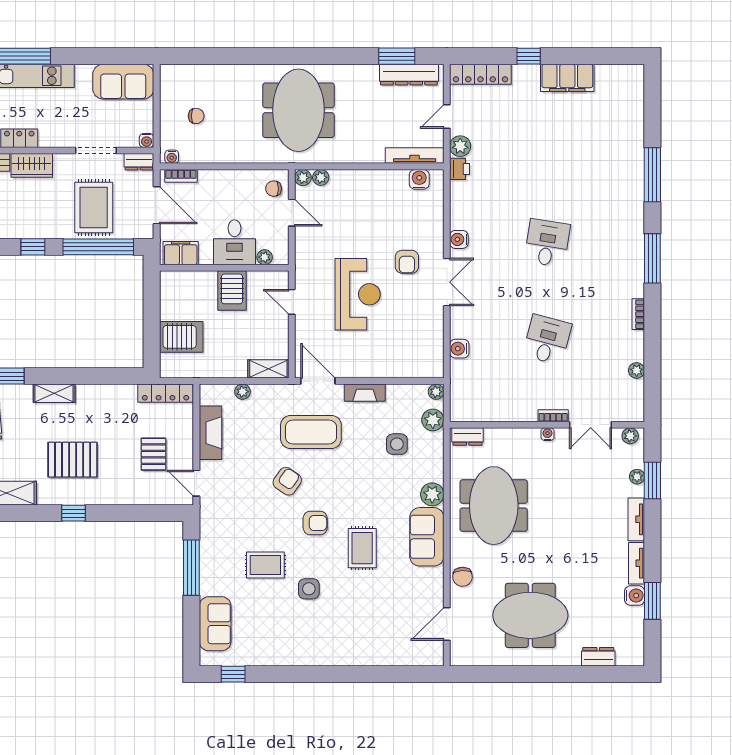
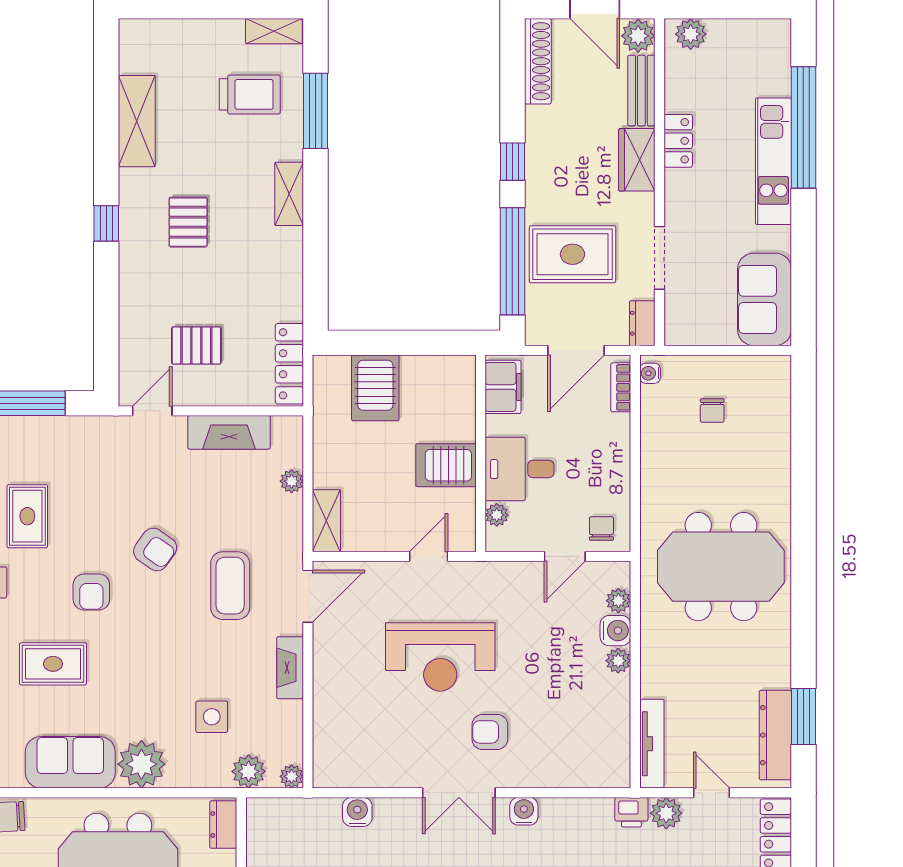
water cooler: (147, 140) -> (675, 335), removed
plant: (303, 178) -> (618, 661), moved
water cooler: (419, 179) -> (615, 631), moved
coffee table: (311, 432) -> (230, 586), width x0.73, depth x0.76
pallet: (73, 460) -> (188, 222), width x0.67, depth x0.71
plant: (432, 494) -> (141, 764), width x1.36, depth x1.36

